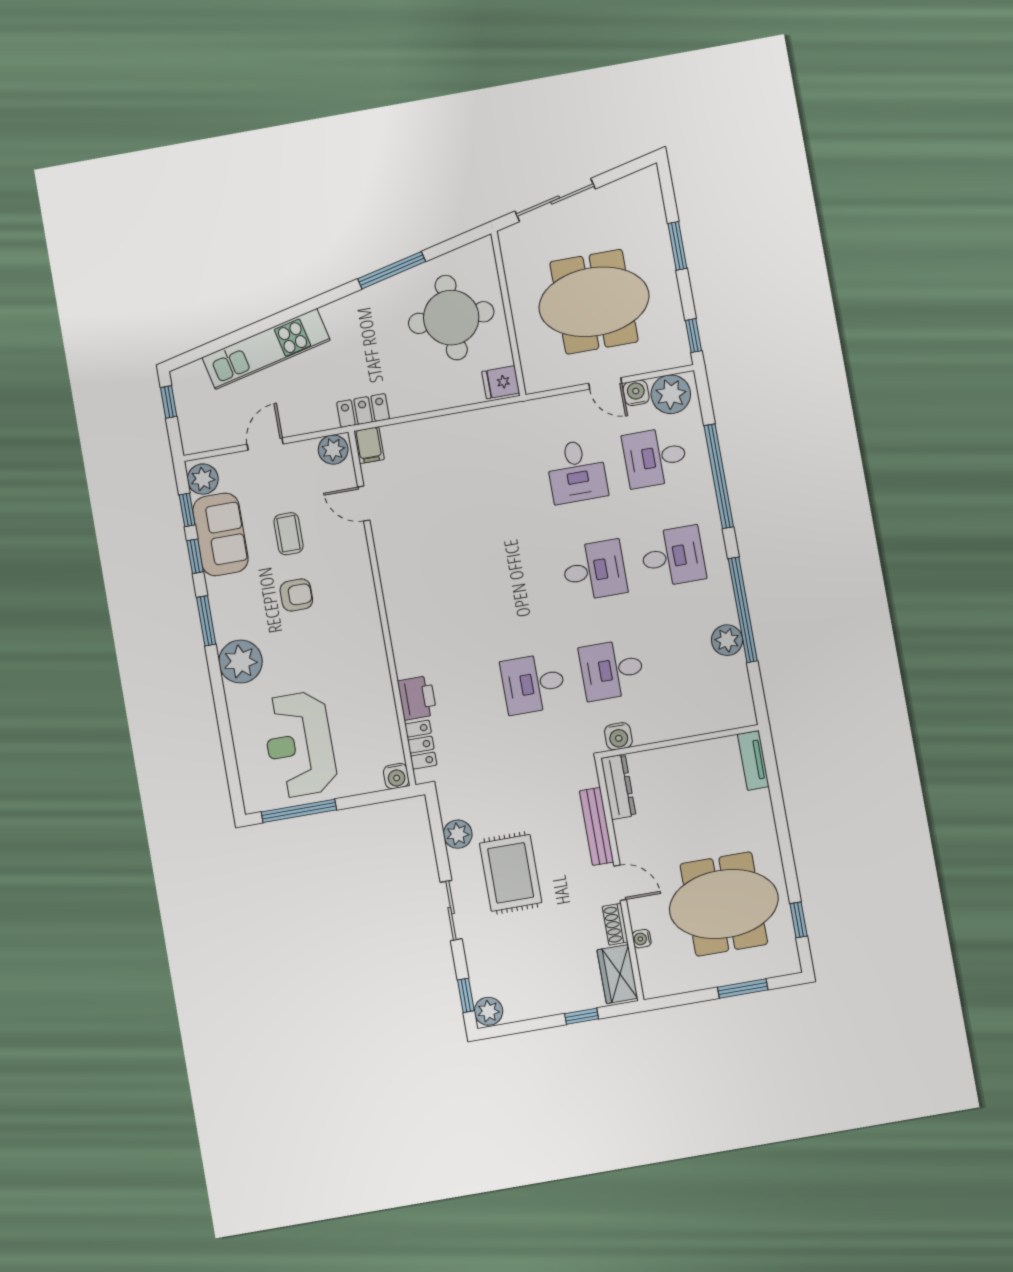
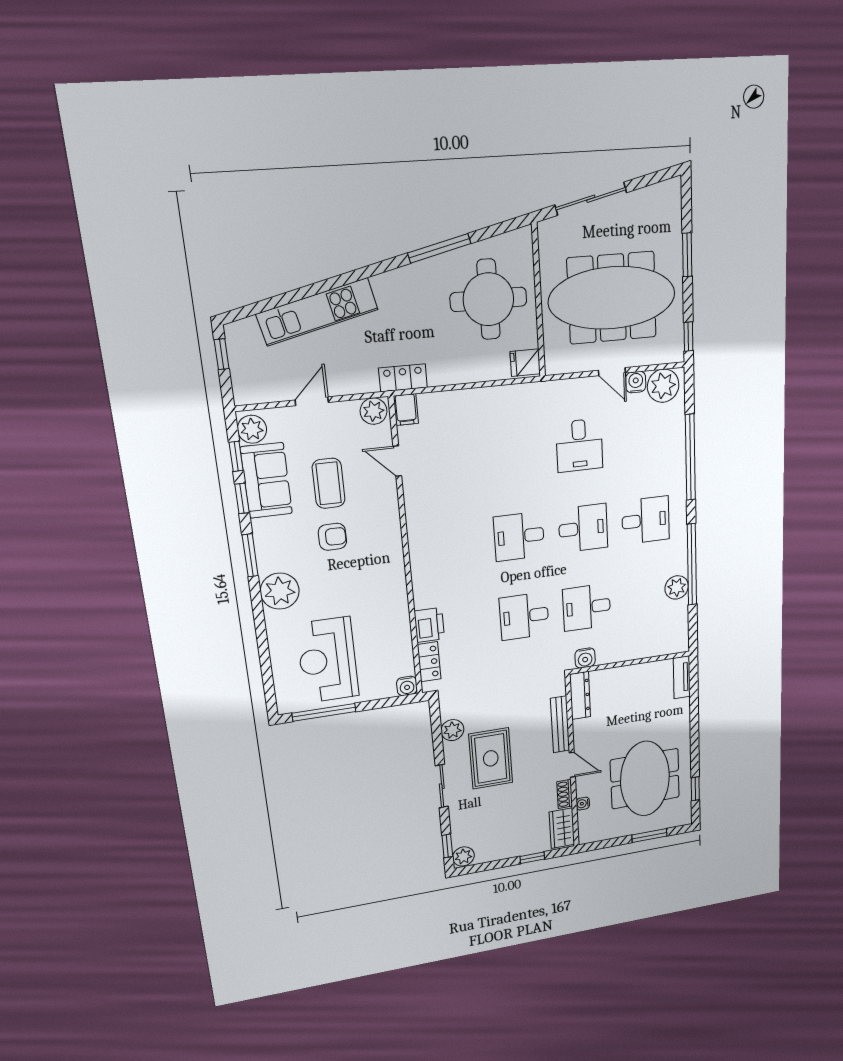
meeting table: (594, 302) -> (612, 298), width x1.36
desk: (655, 457) -> (519, 536), moved
coffee table: (289, 534) -> (329, 483), width x1.36, depth x1.30
meeting table: (724, 904) -> (645, 779), turned 90

